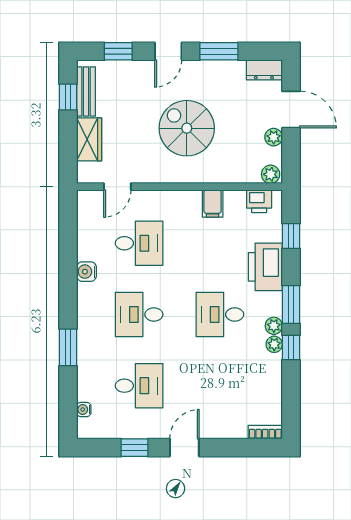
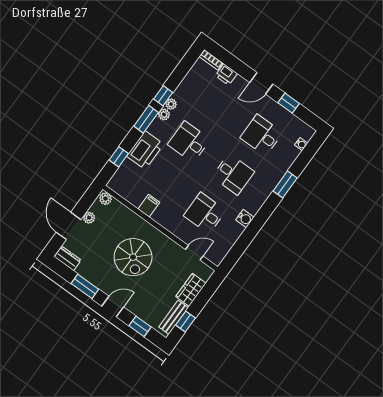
printer: (259, 201) -> (226, 75), moved, turned 180
desk: (220, 314) -> (189, 142), turned 180

